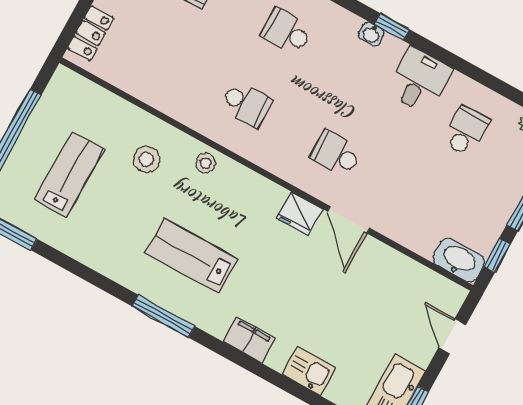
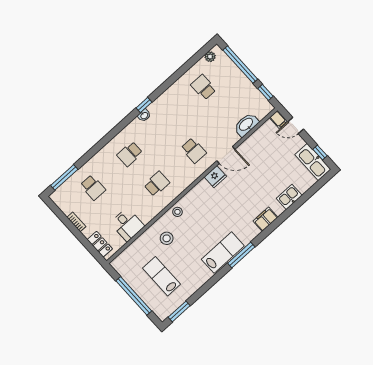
desk: (419, 80) -> (127, 225), moved, turned 180
school desk: (336, 154) -> (194, 150), turned -90
lab bench: (191, 256) -> (223, 253), moved, turned 180
washbasin: (459, 260) -> (246, 125), moved
filing cabinet: (453, 298) -> (278, 119), added

